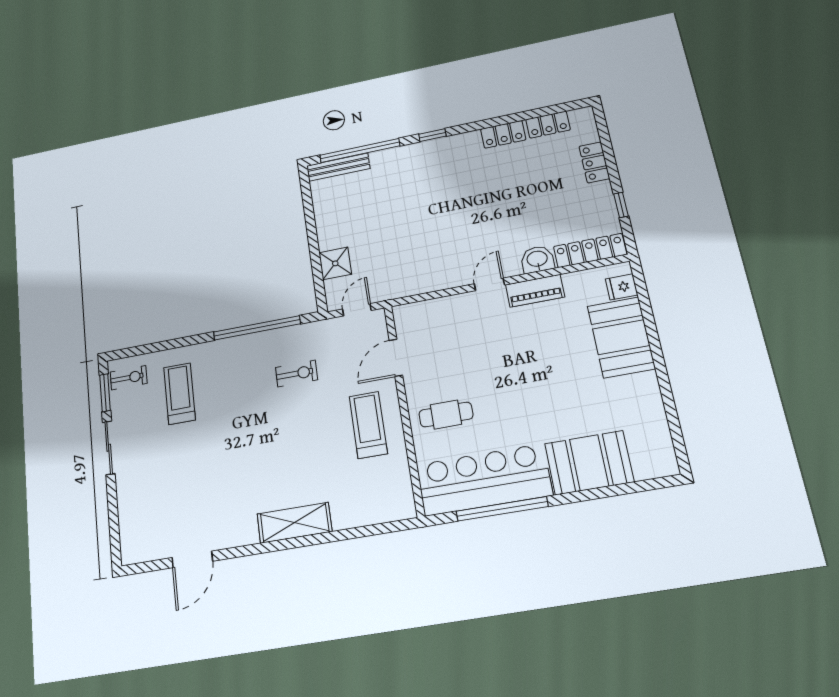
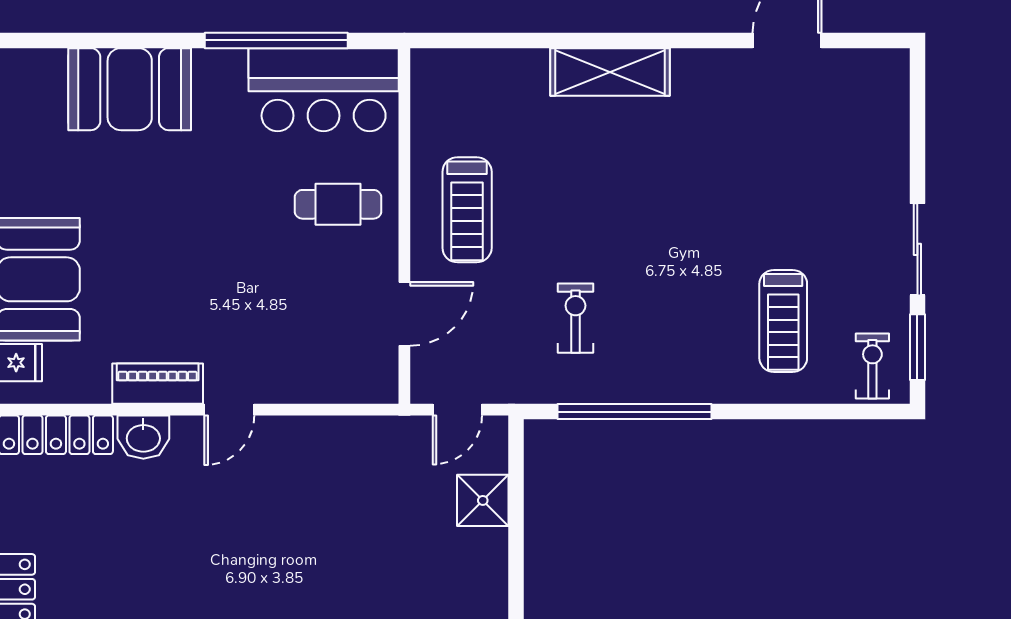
exercise bike: (297, 374) -> (575, 318), turned 90
exercise bike: (129, 378) -> (872, 366), turned 90
bar counter: (484, 480) -> (324, 90), width x0.73

